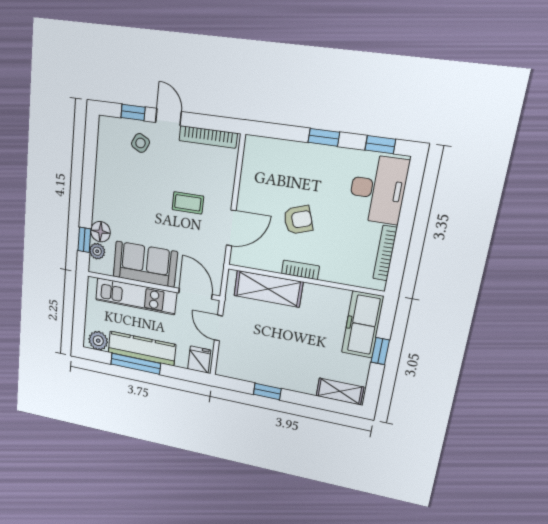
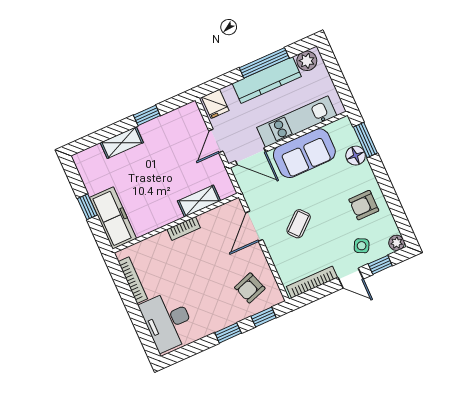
window: (380, 145) -> (264, 317), moved
armchair: (117, 181) -> (364, 205), added
coffee table: (188, 203) -> (299, 224), turned -41
armchair: (298, 220) -> (250, 288), moved
window: (84, 240) -> (365, 140), width x1.50
plant: (97, 251) -> (397, 243), moved
shelving: (268, 289) -> (199, 201), width x0.67, depth x0.75
door: (219, 328) -> (216, 141), swing flipped
shelving: (340, 391) -> (122, 143), moved

